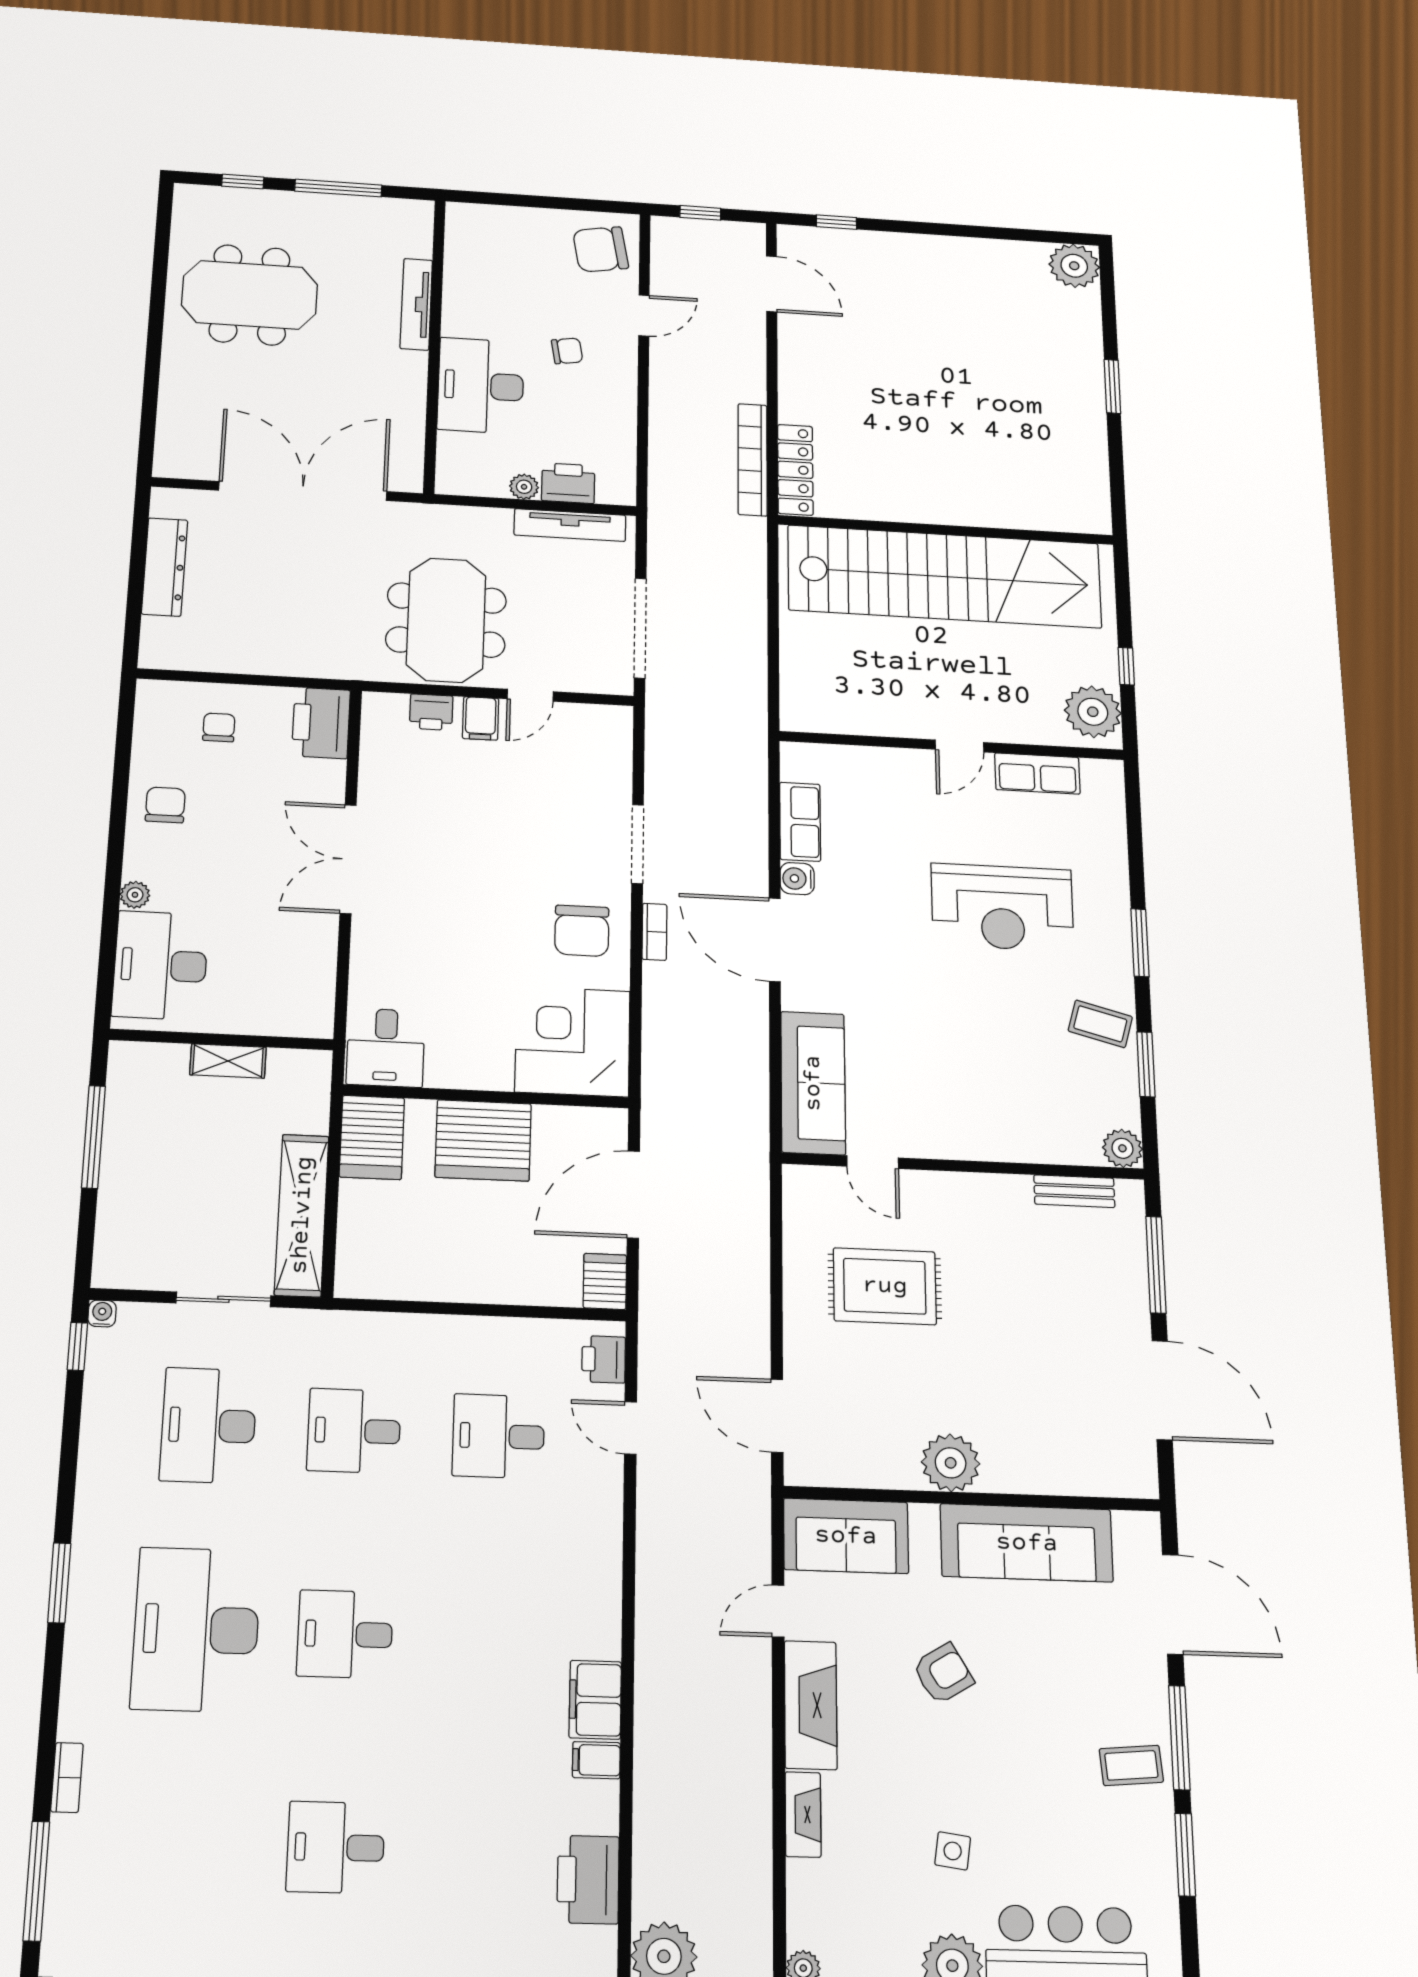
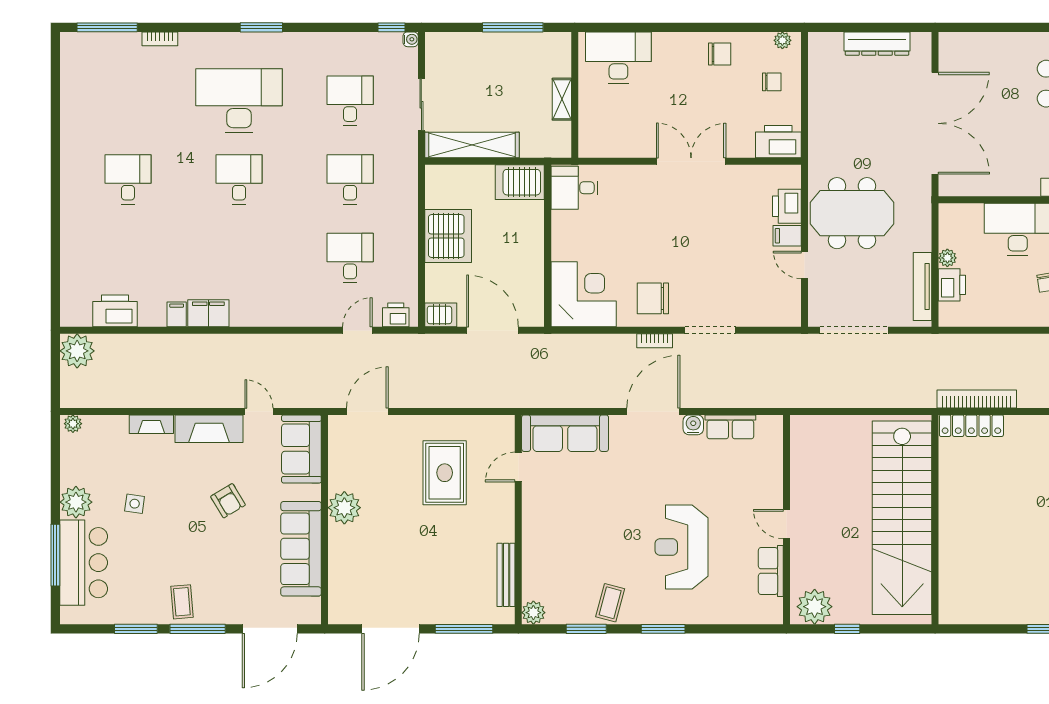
printer: (431, 712) -> (787, 206), width x1.36, depth x1.24
plant: (135, 895) -> (782, 40), moved
server rack: (483, 1140) -> (448, 236), moved, turned 180
bench: (1074, 1191) -> (506, 575), width x1.36
desk: (209, 1425) -> (350, 101), width x0.73

